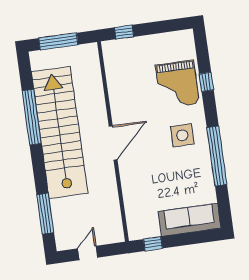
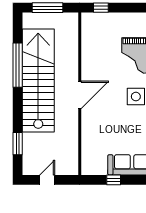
window: (45, 214) -> (18, 144), width x0.69
window: (153, 244) -> (114, 180), moved

